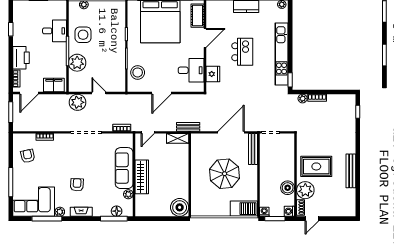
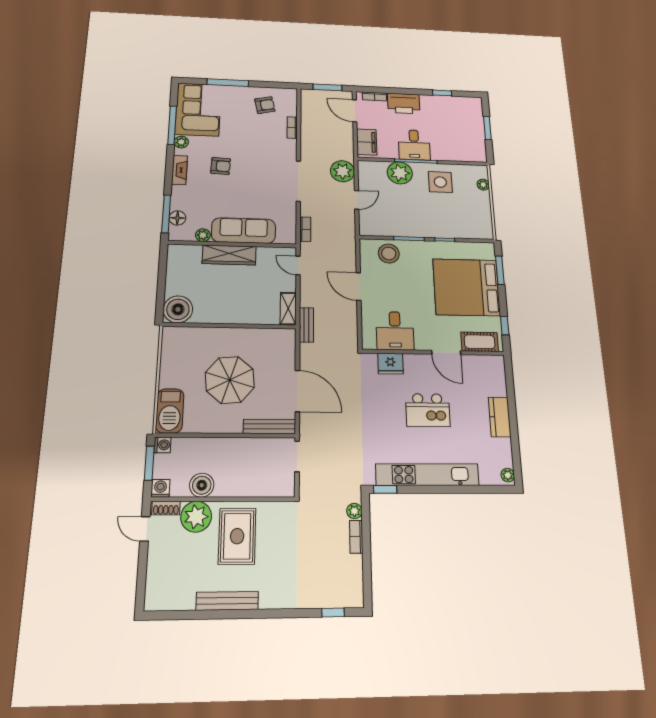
desk: (55, 31) -> (414, 145), moved

